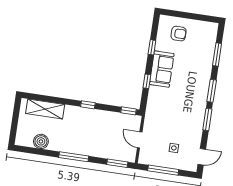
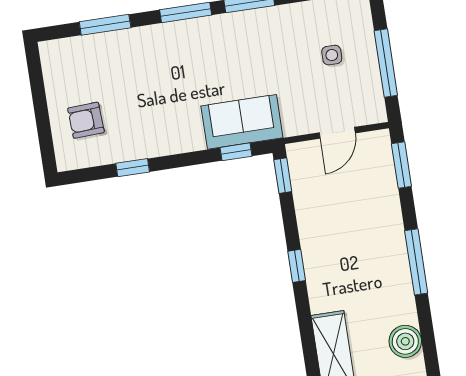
armchair: (179, 34) -> (86, 120), turned -93
sofa: (162, 69) -> (242, 122), moved
window: (147, 81) -> (236, 152), moved

